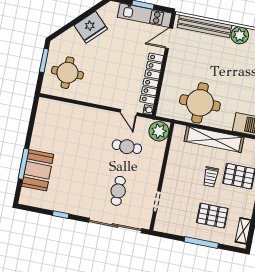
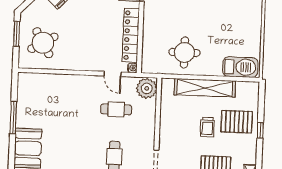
round table: (67, 73) -> (43, 43), turned -30
round table: (200, 103) -> (184, 52), width x0.73, depth x0.73
window: (23, 164) -> (13, 118), moved

